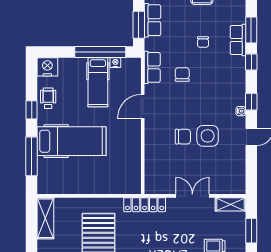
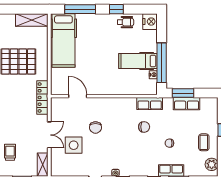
door: (143, 106) -> (78, 96), moved
side table: (208, 136) -> (74, 145), moved
hospital bed: (72, 141) -> (63, 40), moved

